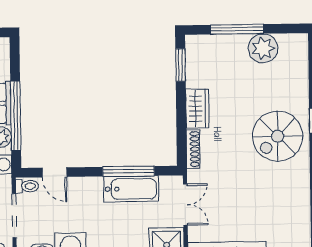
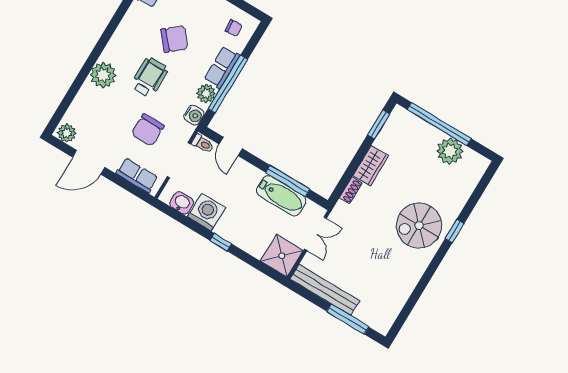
window: (237, 29) -> (439, 124), width x1.46
shoe rack: (193, 149) -> (351, 190), width x0.70

